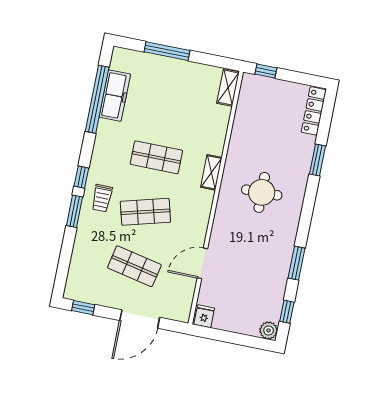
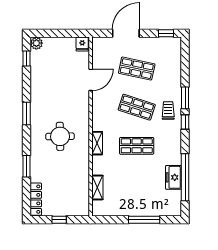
window: (266, 71) -> (59, 220), moved
shelving: (228, 88) -> (97, 187), moved
freezer: (115, 96) -> (174, 177), width x0.71
shop shelf: (145, 212) -> (137, 107), turned 33
window: (297, 263) -> (26, 114), moved

